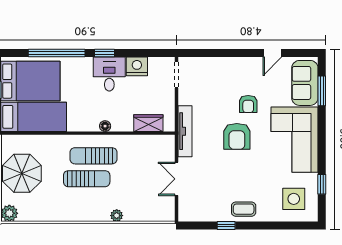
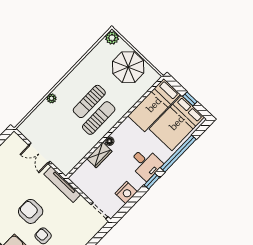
desk: (109, 74) -> (146, 164), moved
wardrobe: (148, 123) -> (99, 155), moved
double door: (177, 179) -> (39, 153), swing flipped

